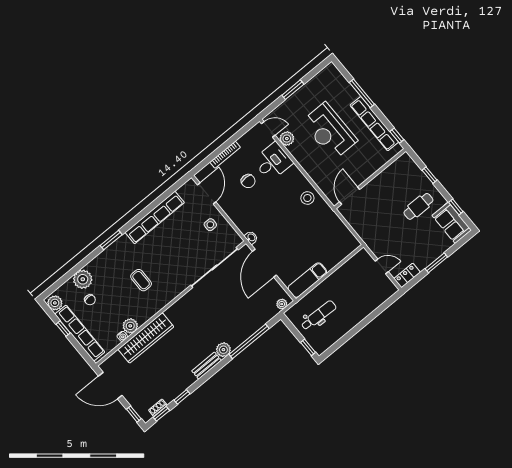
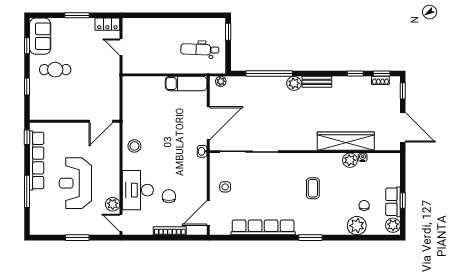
reception desk: (329, 131) -> (75, 183), turned 180
desk: (273, 162) -> (138, 190), width x1.37
row of seats: (80, 333) -> (393, 202), width x0.50

